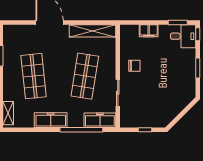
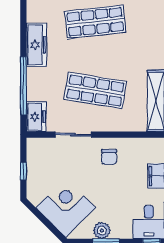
plant: (189, 71) -> (102, 230), added
corner desk: (172, 98) -> (66, 208), added
freezer: (100, 120) -> (36, 117), width x0.71

